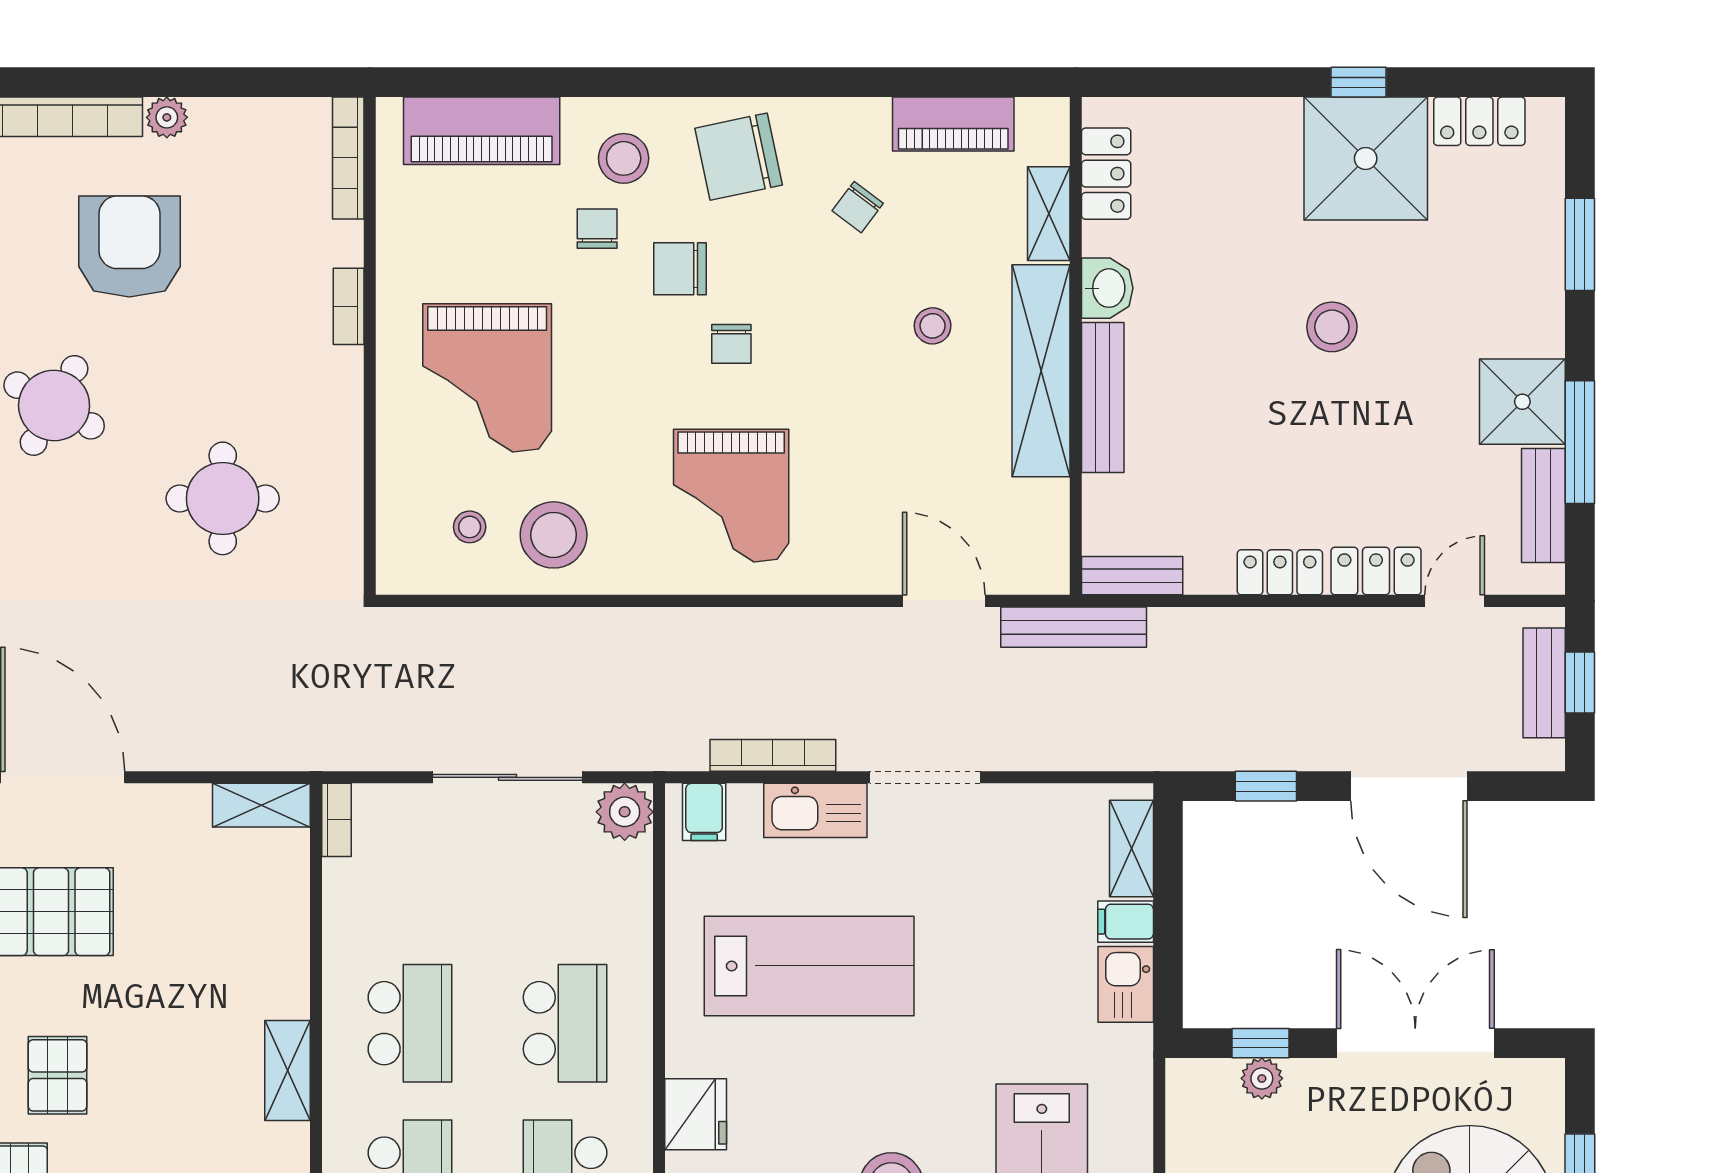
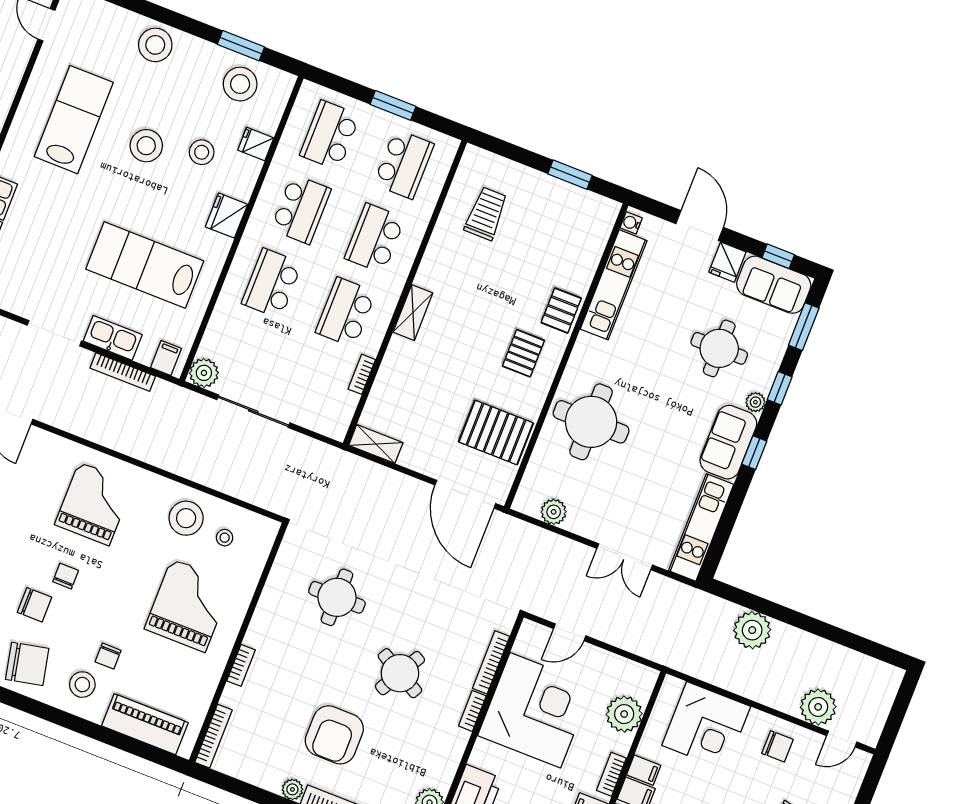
chair: (680, 269) -> (34, 605), moved
bookcase: (336, 820) -> (362, 374), moved

